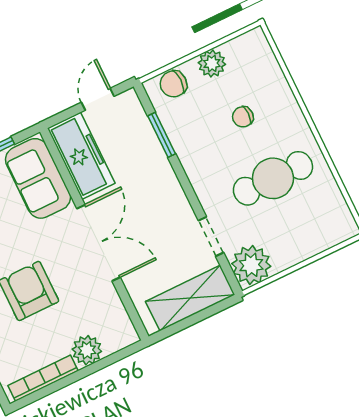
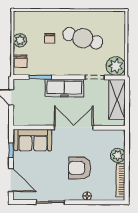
freezer: (81, 156) -> (64, 88), moved, turned 180
cafe table: (273, 178) -> (83, 38), turned -73

